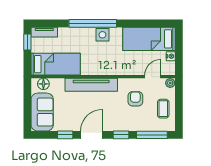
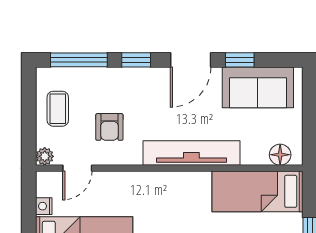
sofa: (42, 112) -> (258, 87), moved, turned -90

